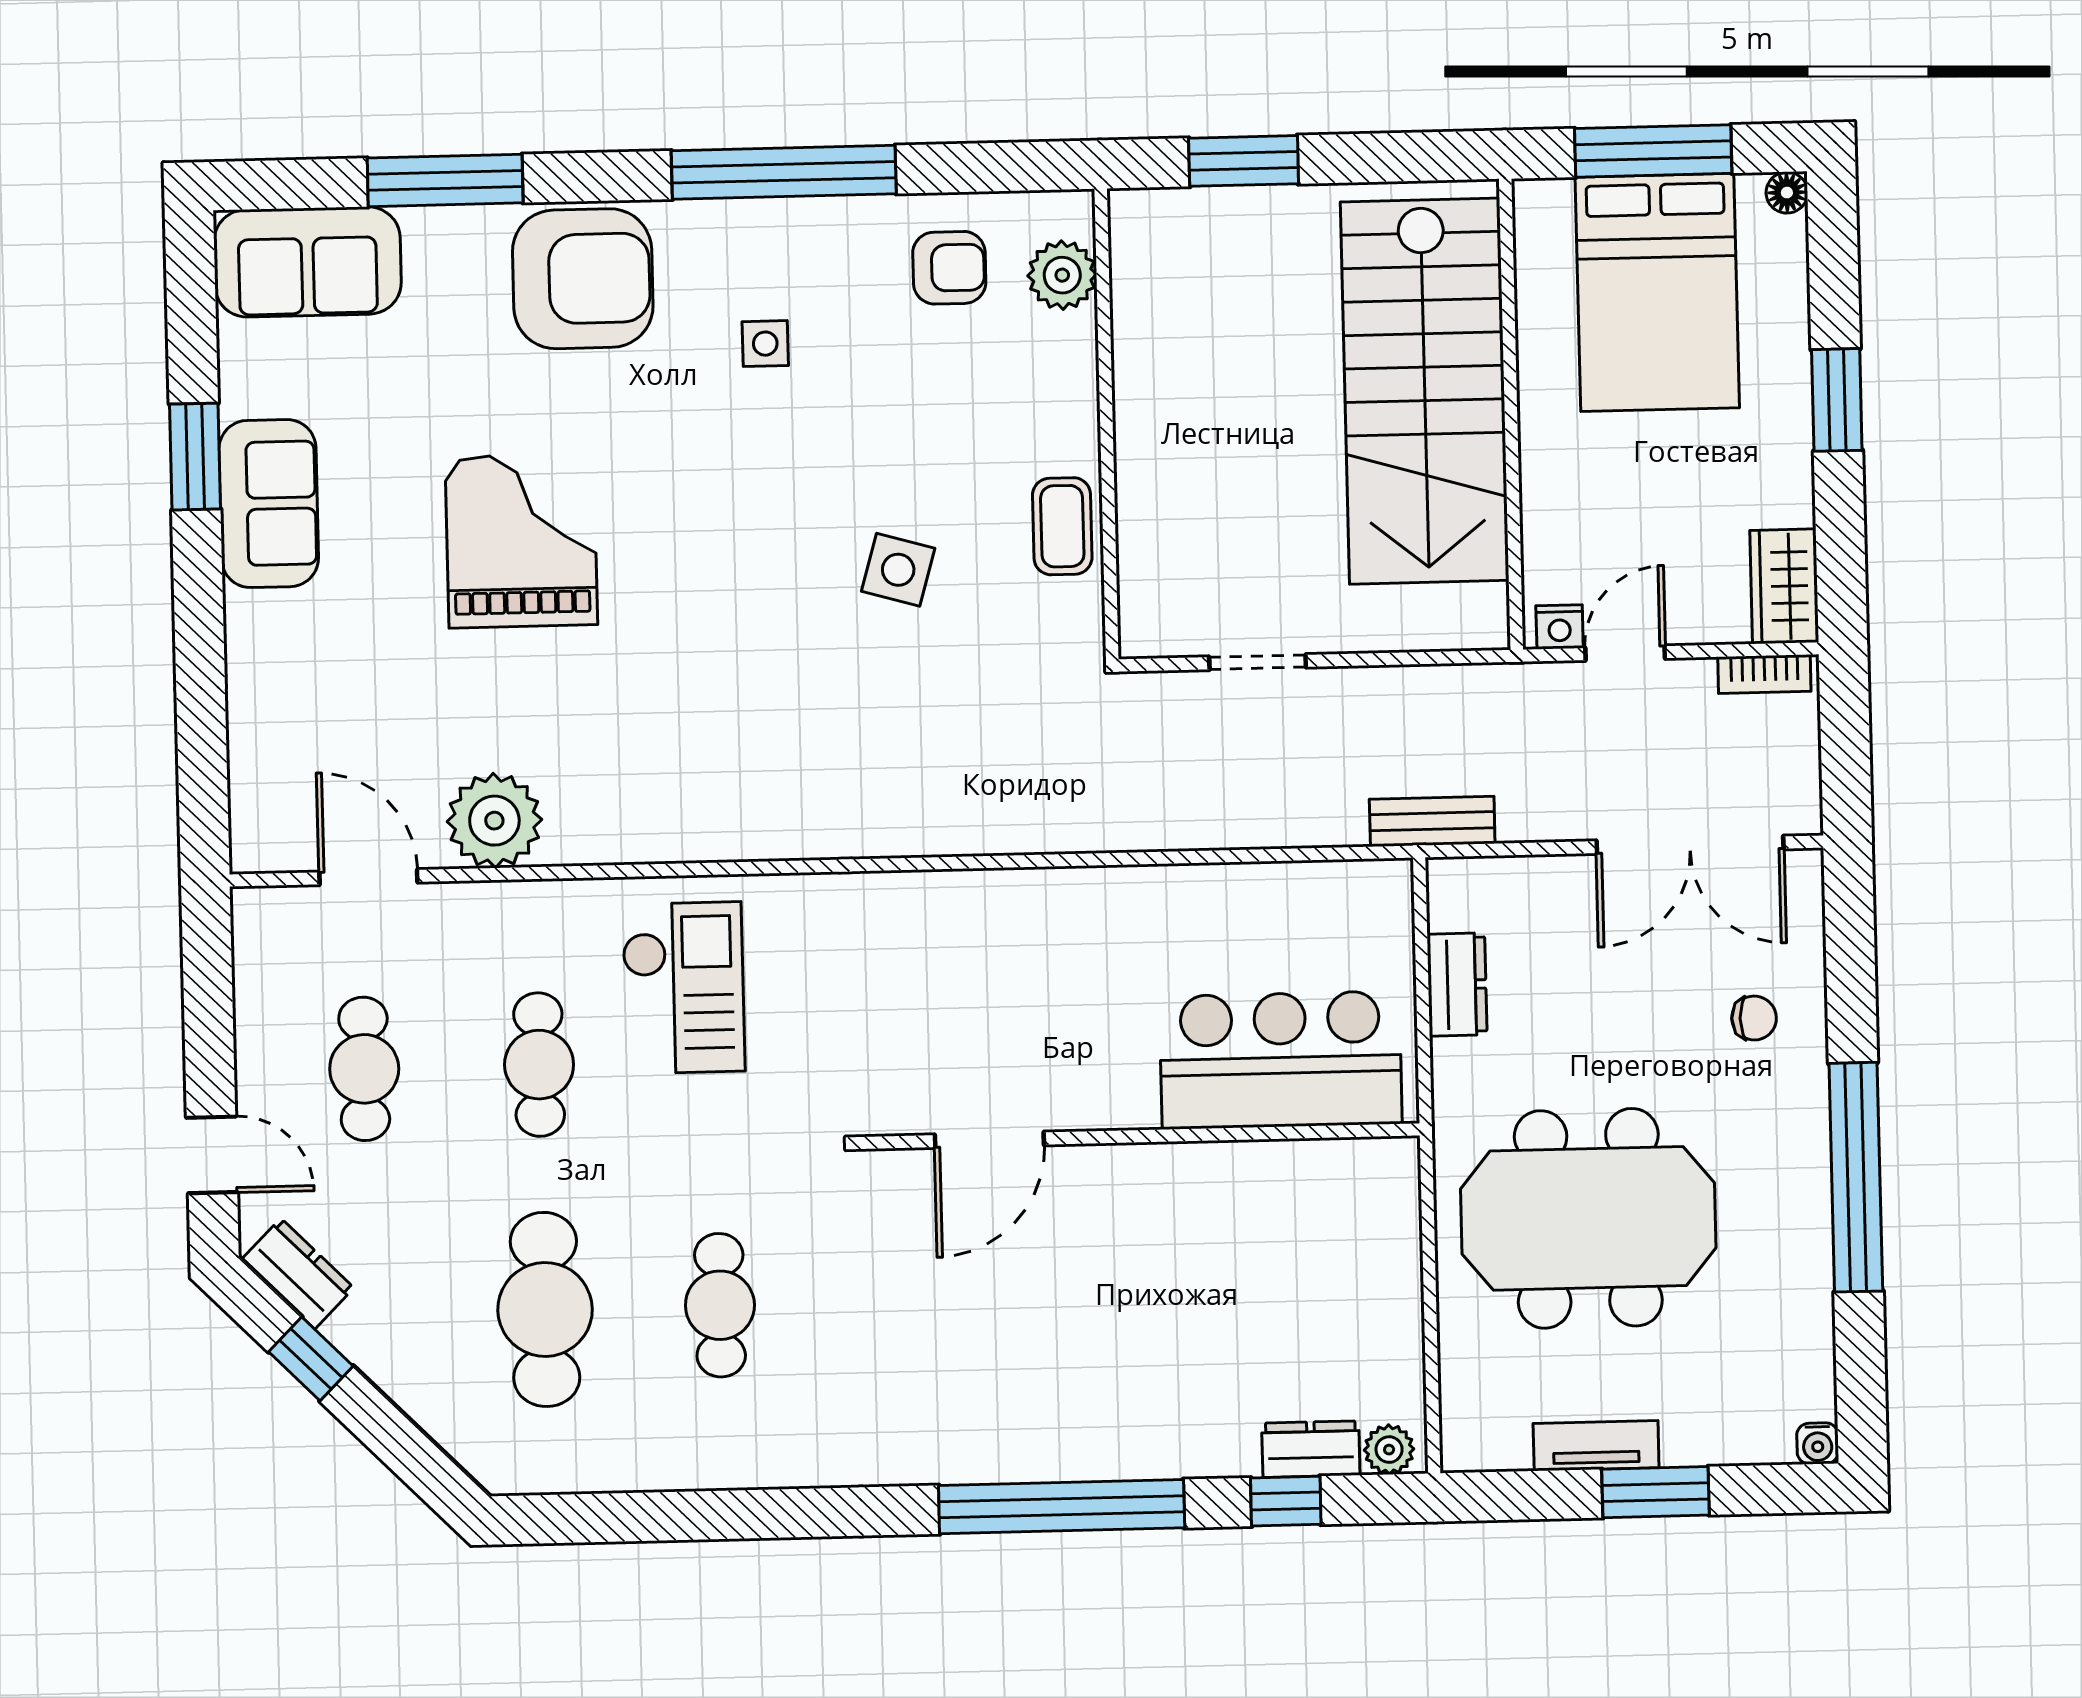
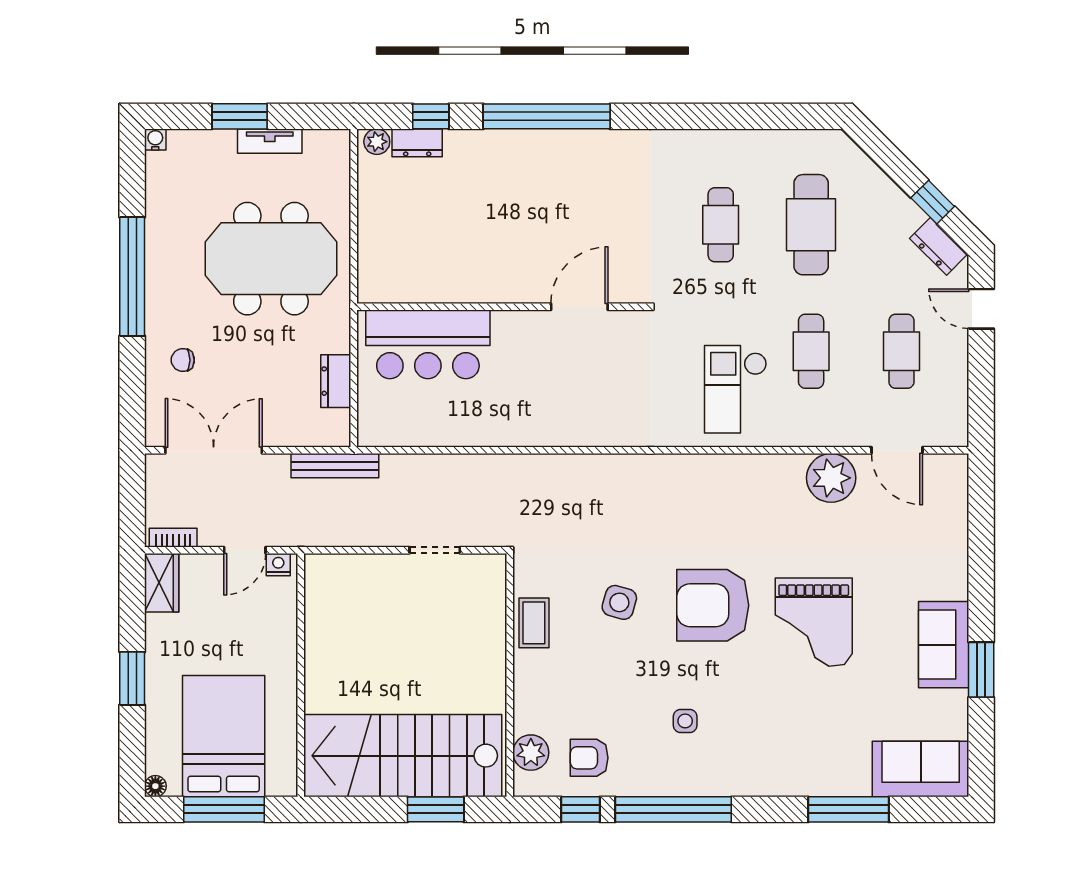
window: (963, 168) -> (581, 809), added
armchair: (583, 279) -> (713, 605), moved
stairs: (1425, 391) -> (403, 756), moved, turned -90
bench: (1432, 821) -> (335, 466), width x1.36

